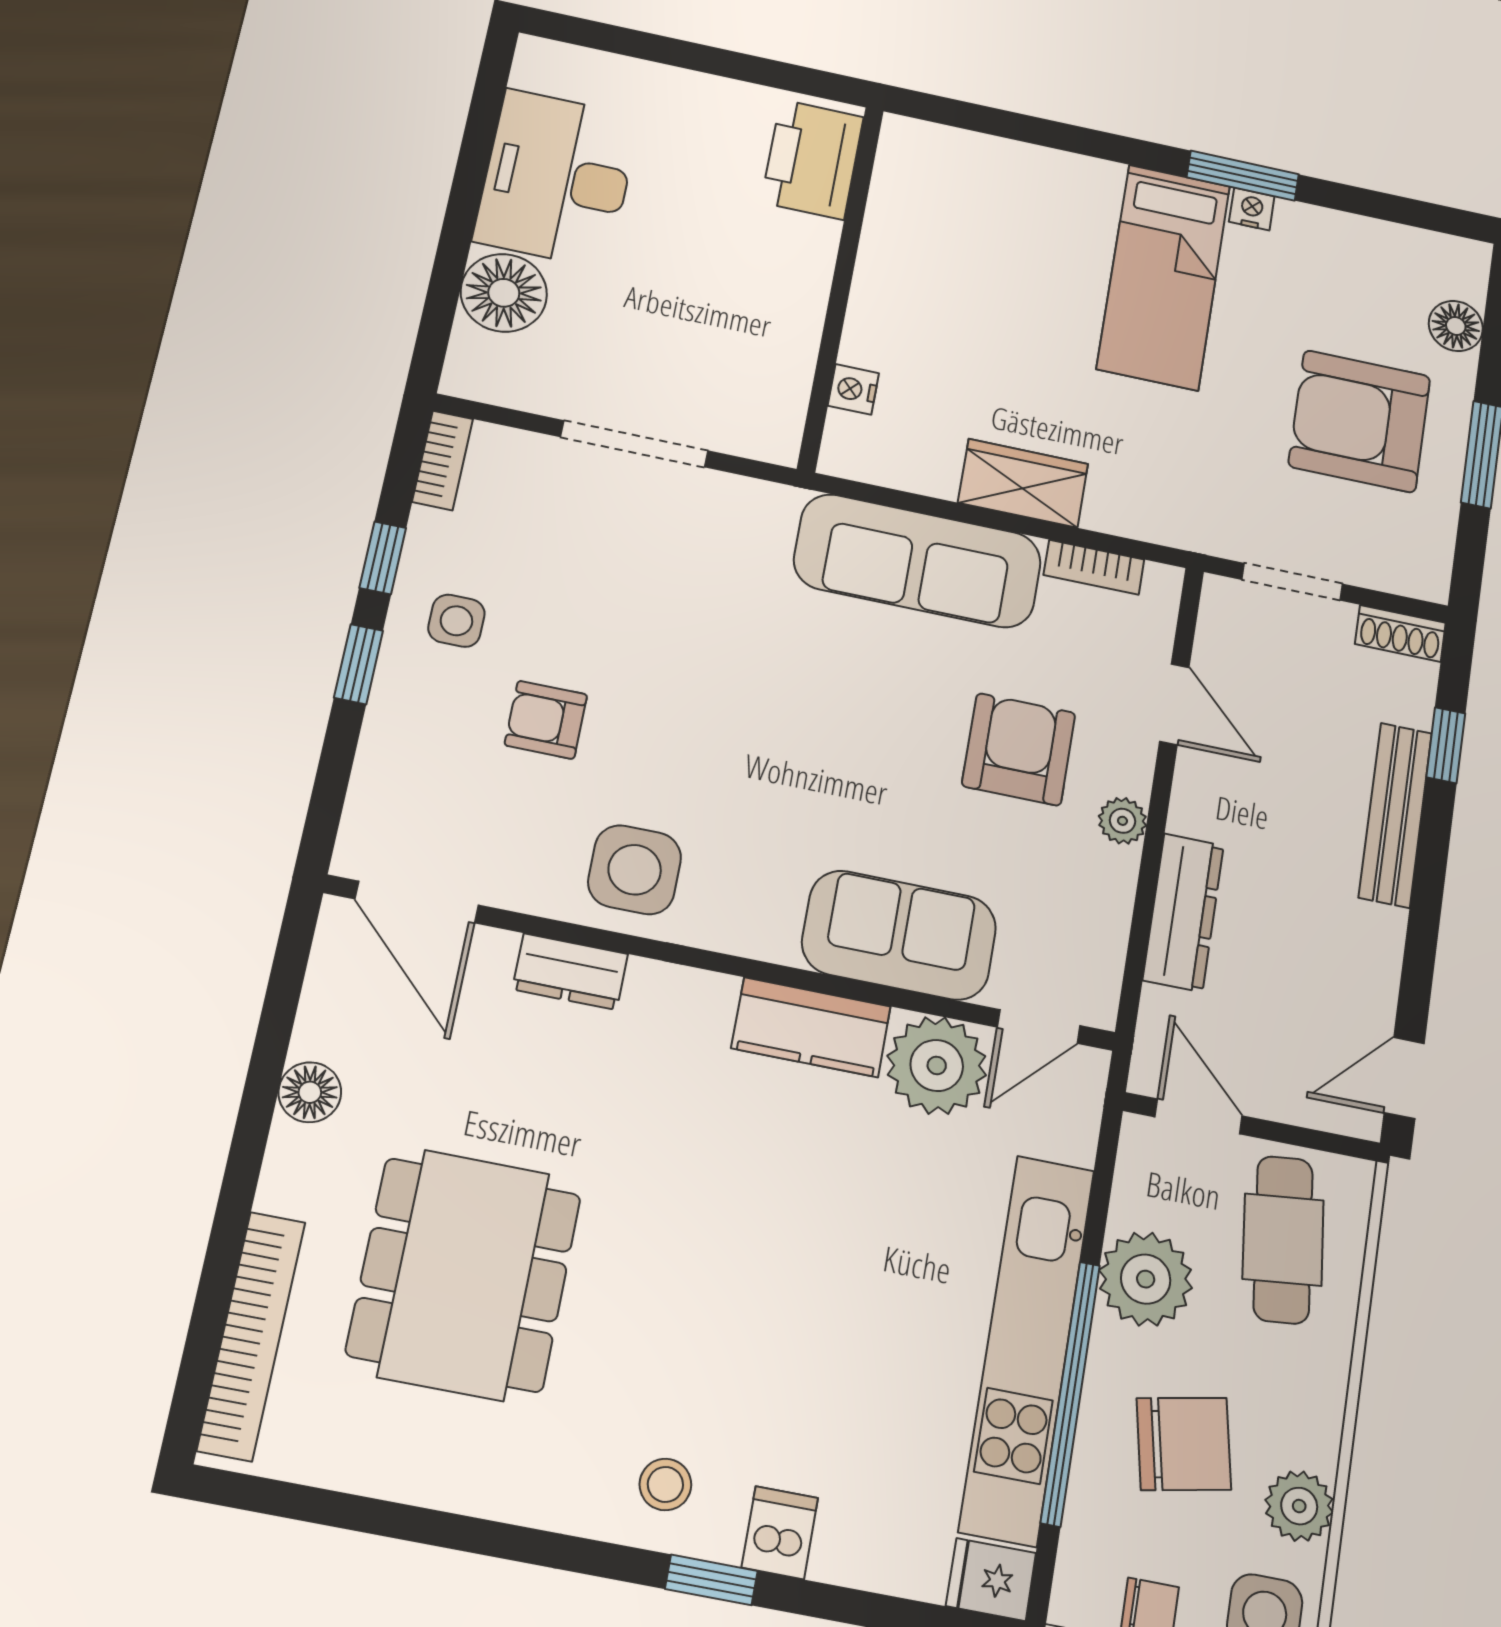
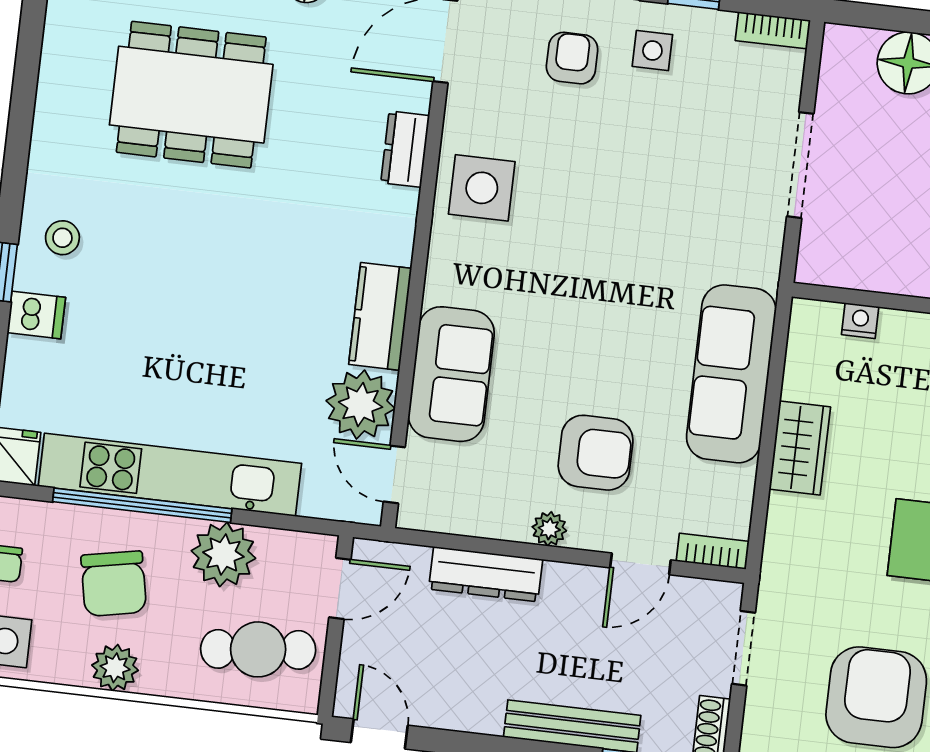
bookcase: (1094, 567) -> (713, 551), moved, turned 90
armchair: (546, 720) -> (572, 58), moved
plant: (1299, 1506) -> (115, 668), moved

